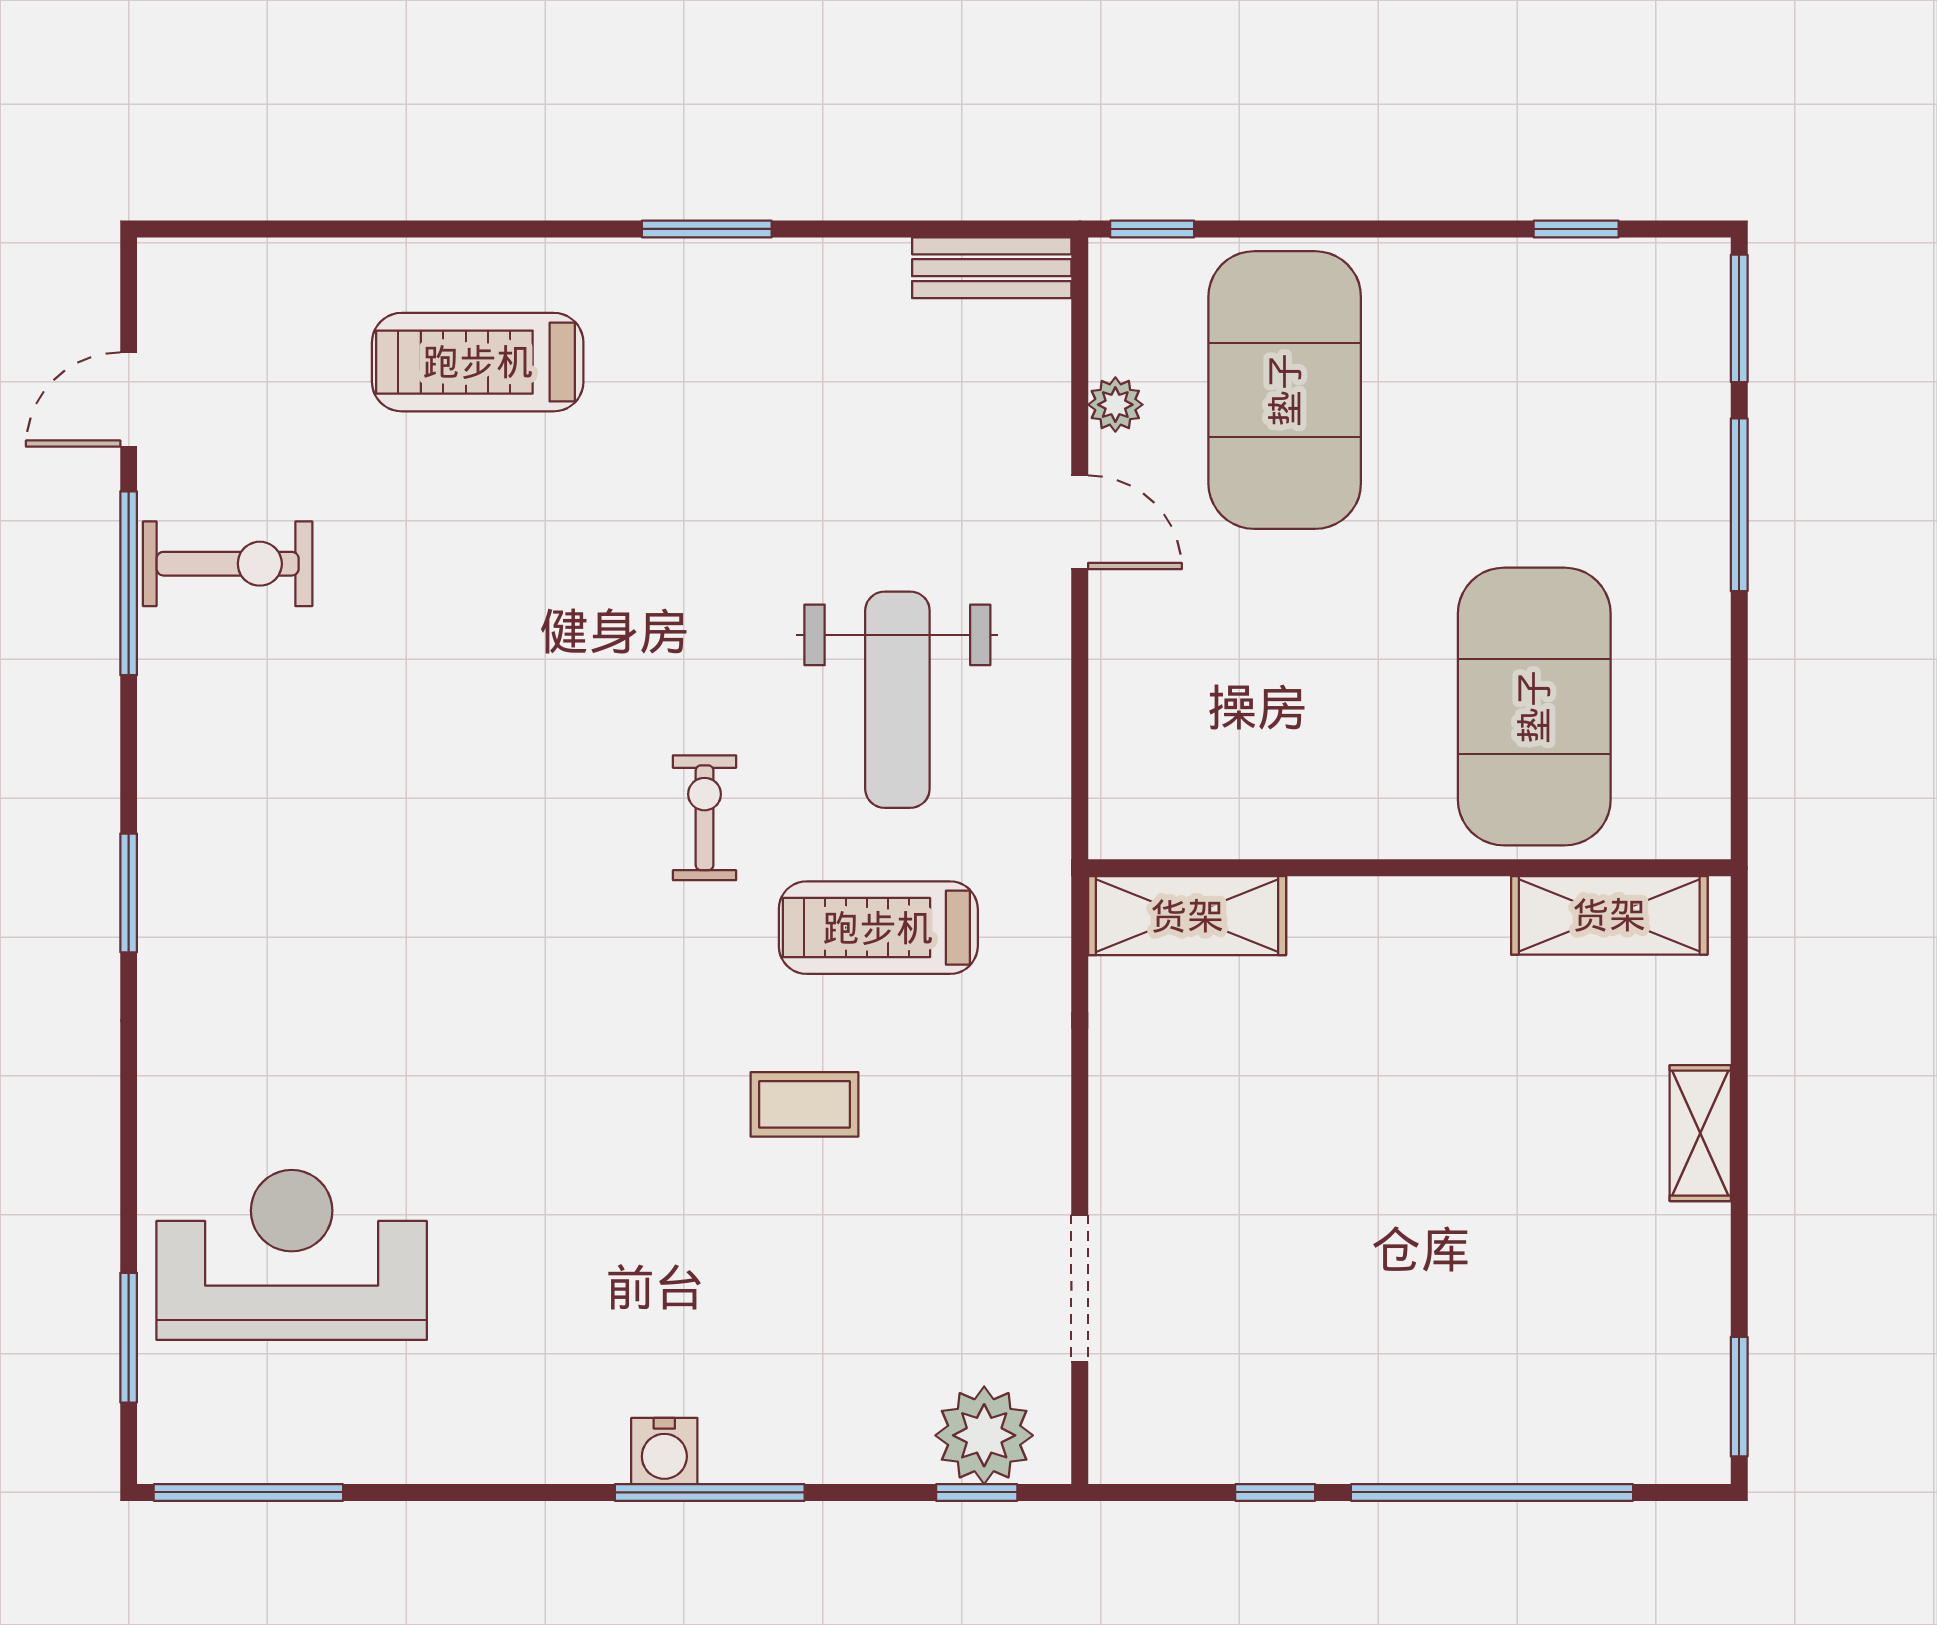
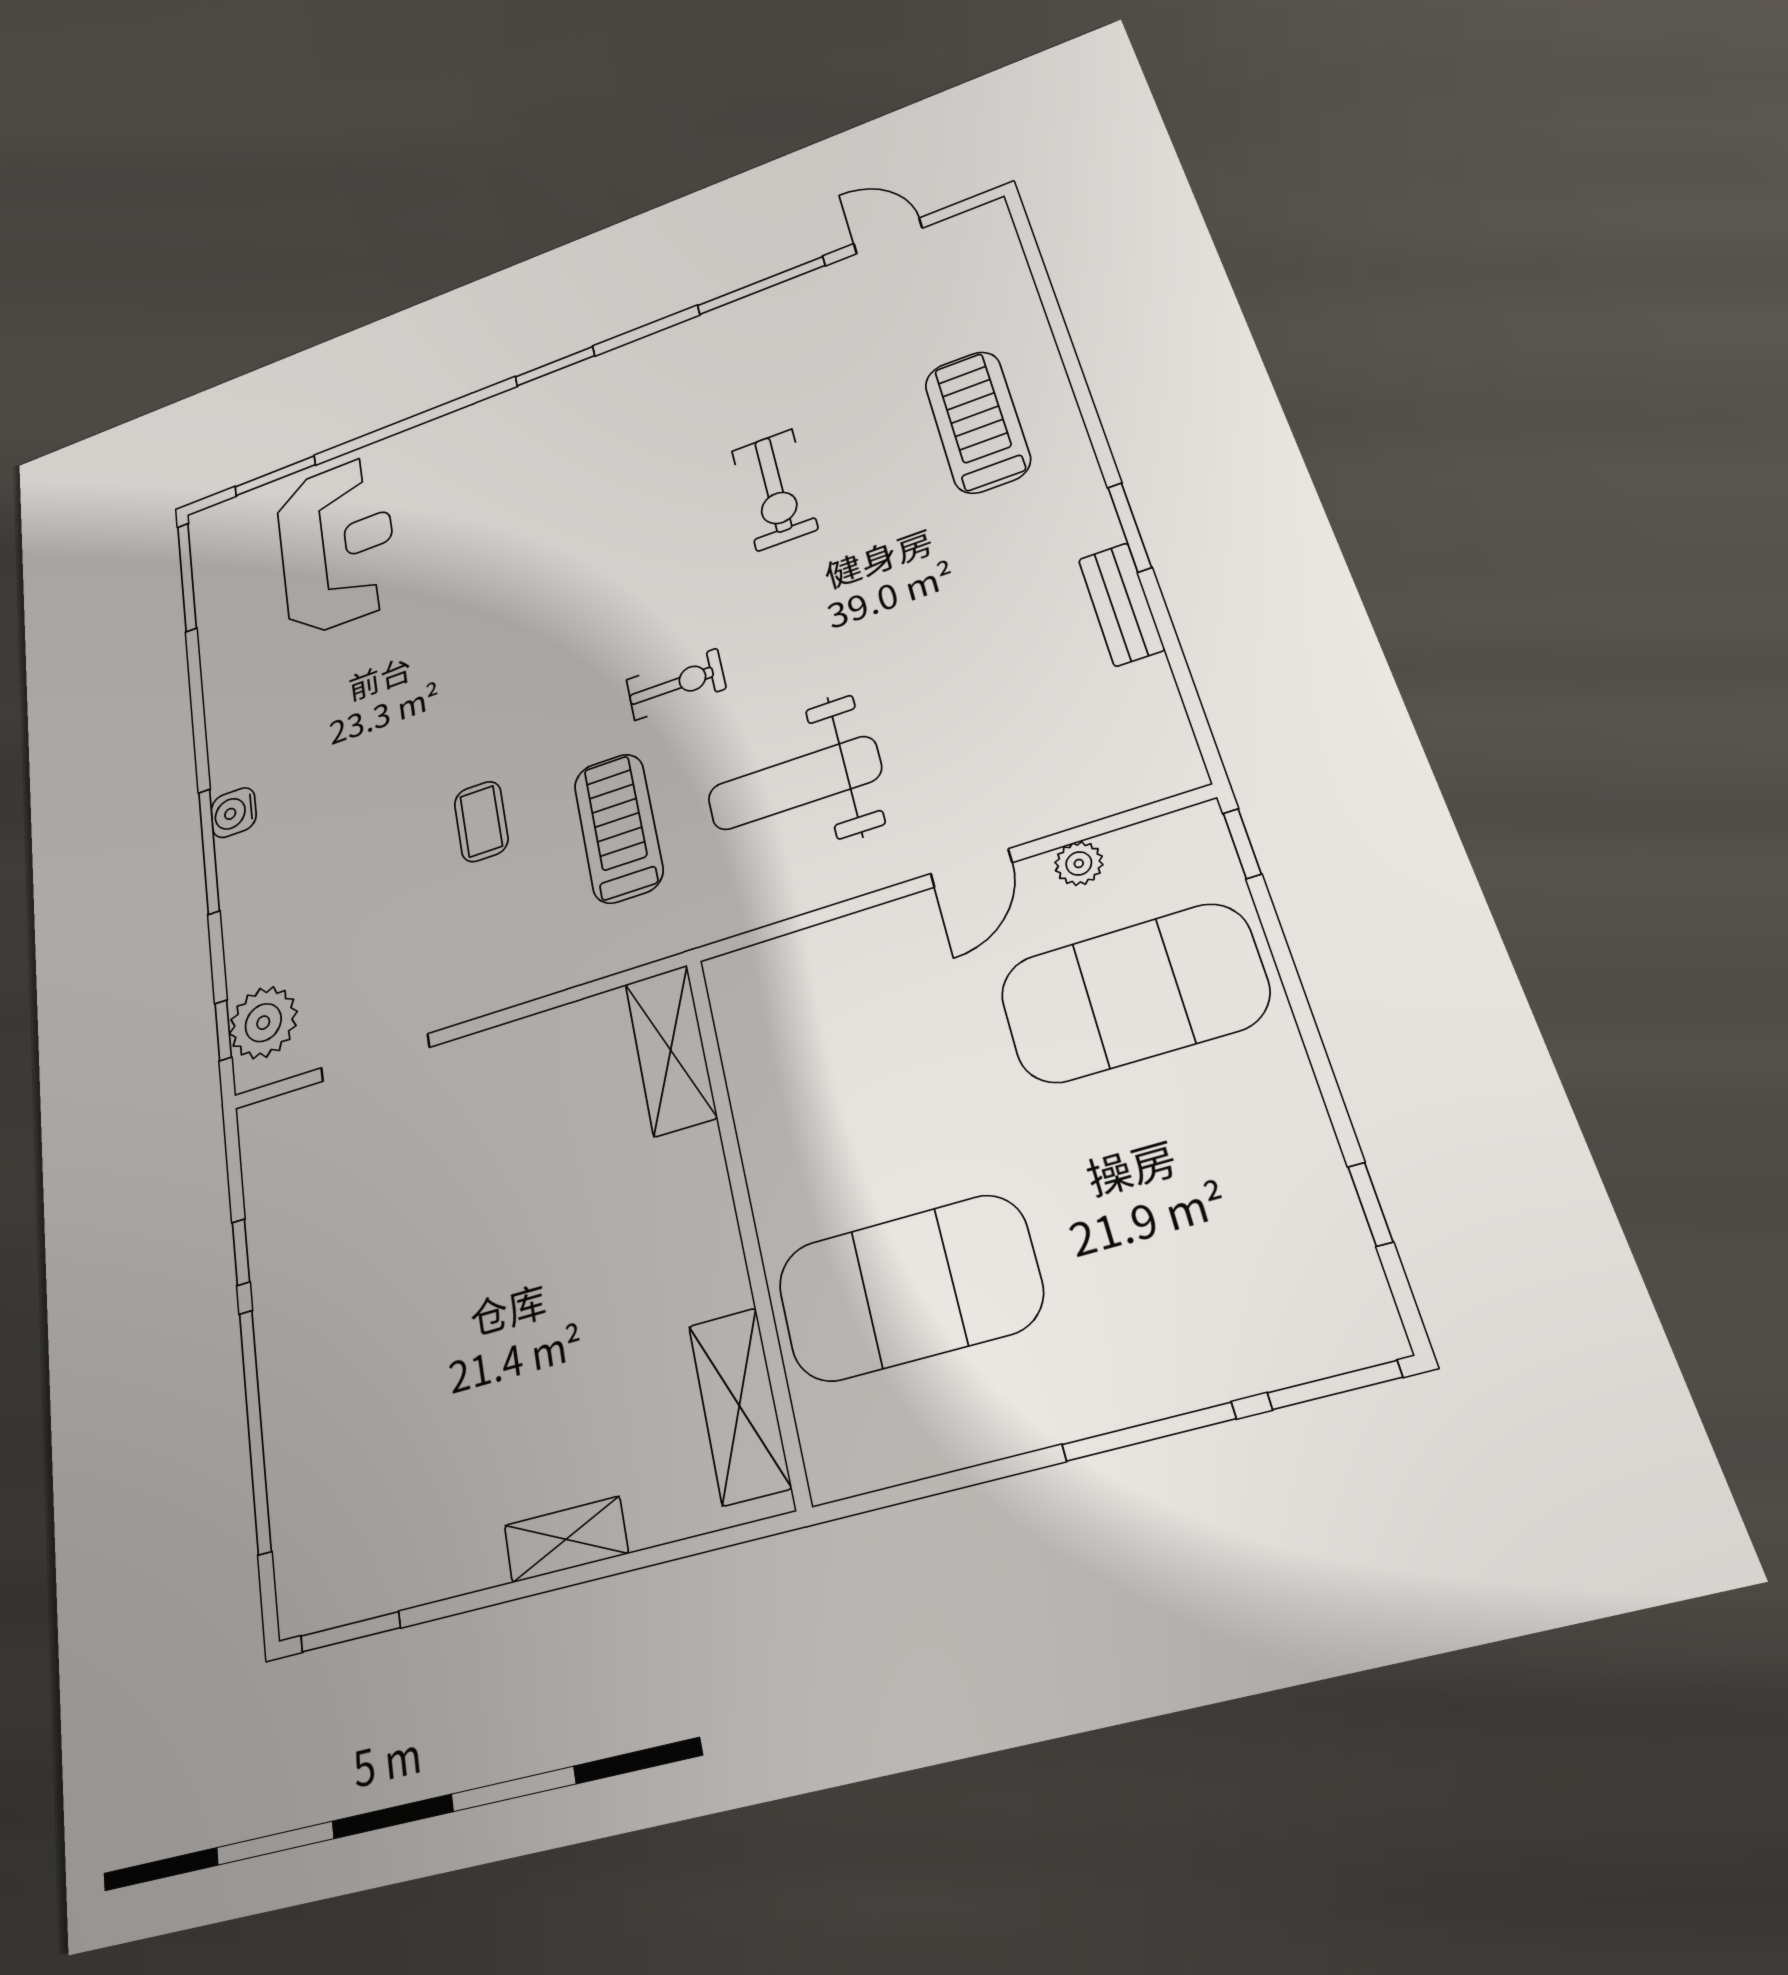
bench: (992, 268) -> (1121, 604), moved
exercise bike: (228, 564) -> (775, 490), moved

